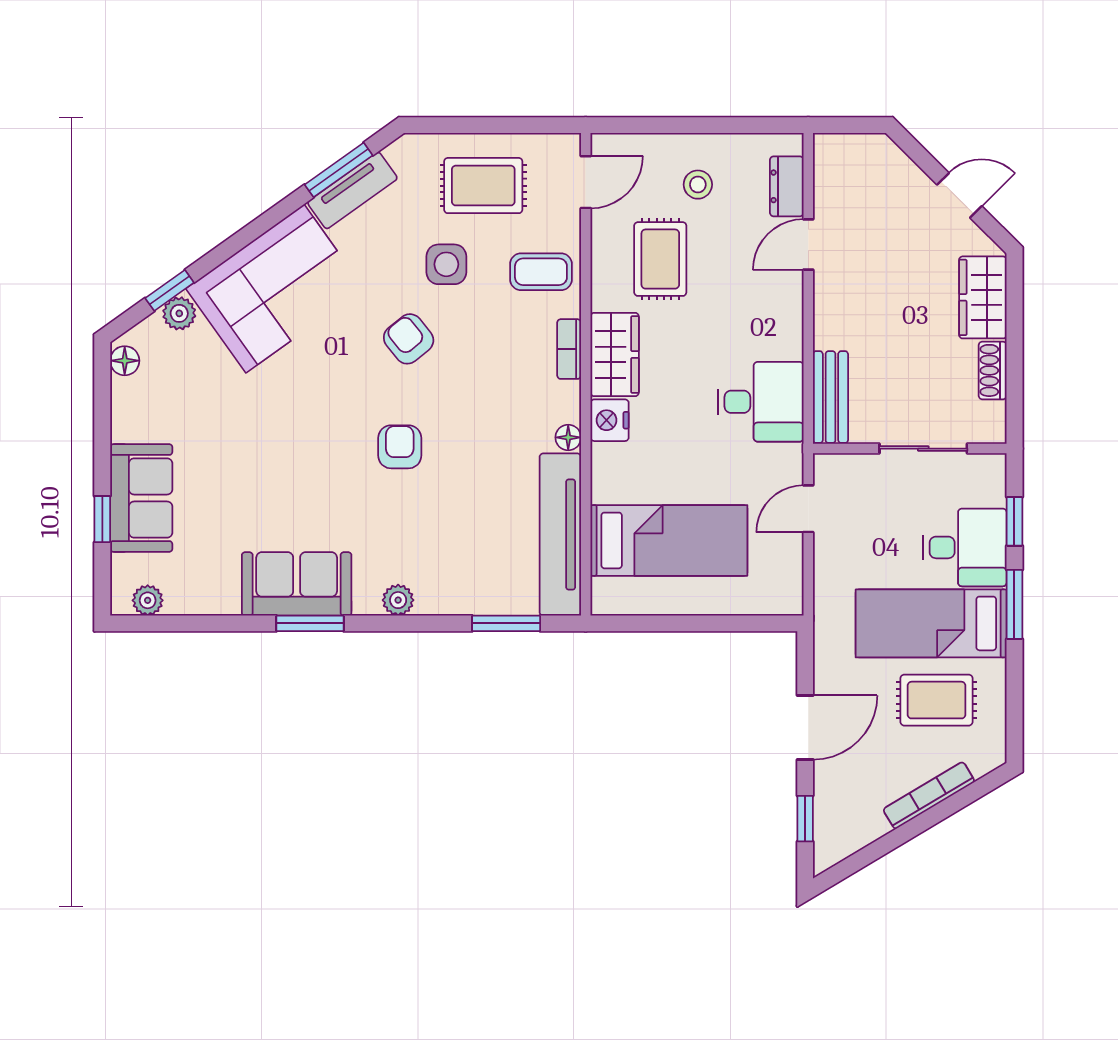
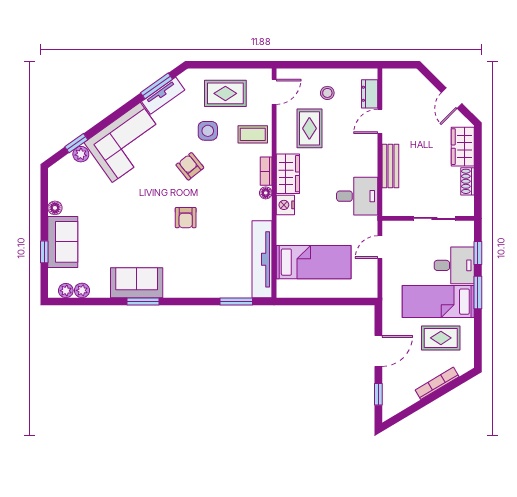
door: (959, 195) -> (452, 98), swing flipped
floor lamp: (125, 361) -> (55, 208), moved
bench: (830, 397) -> (390, 166), moved
floor lamp: (568, 437) -> (266, 193), moved
armchair: (400, 447) -> (186, 218), turned 180
plant: (398, 600) -> (82, 290), moved

